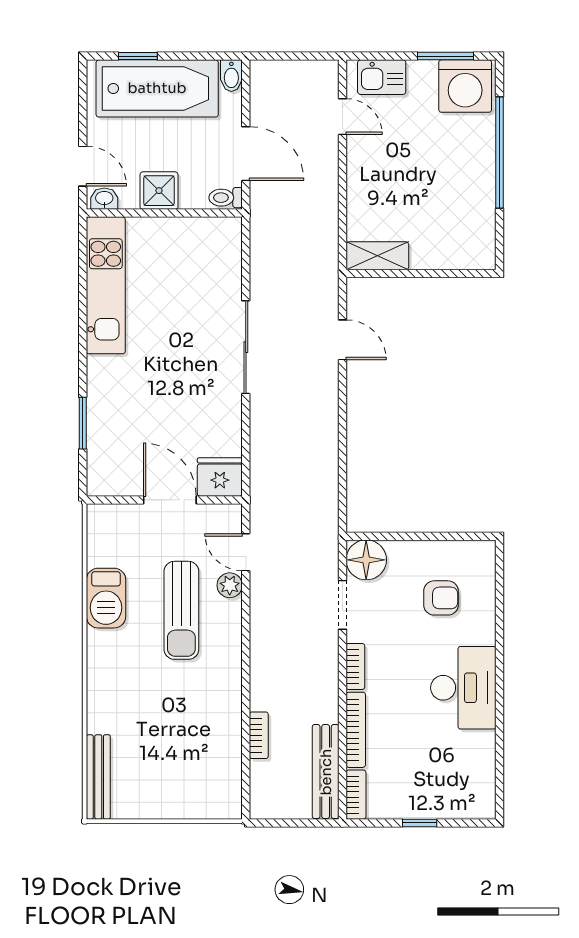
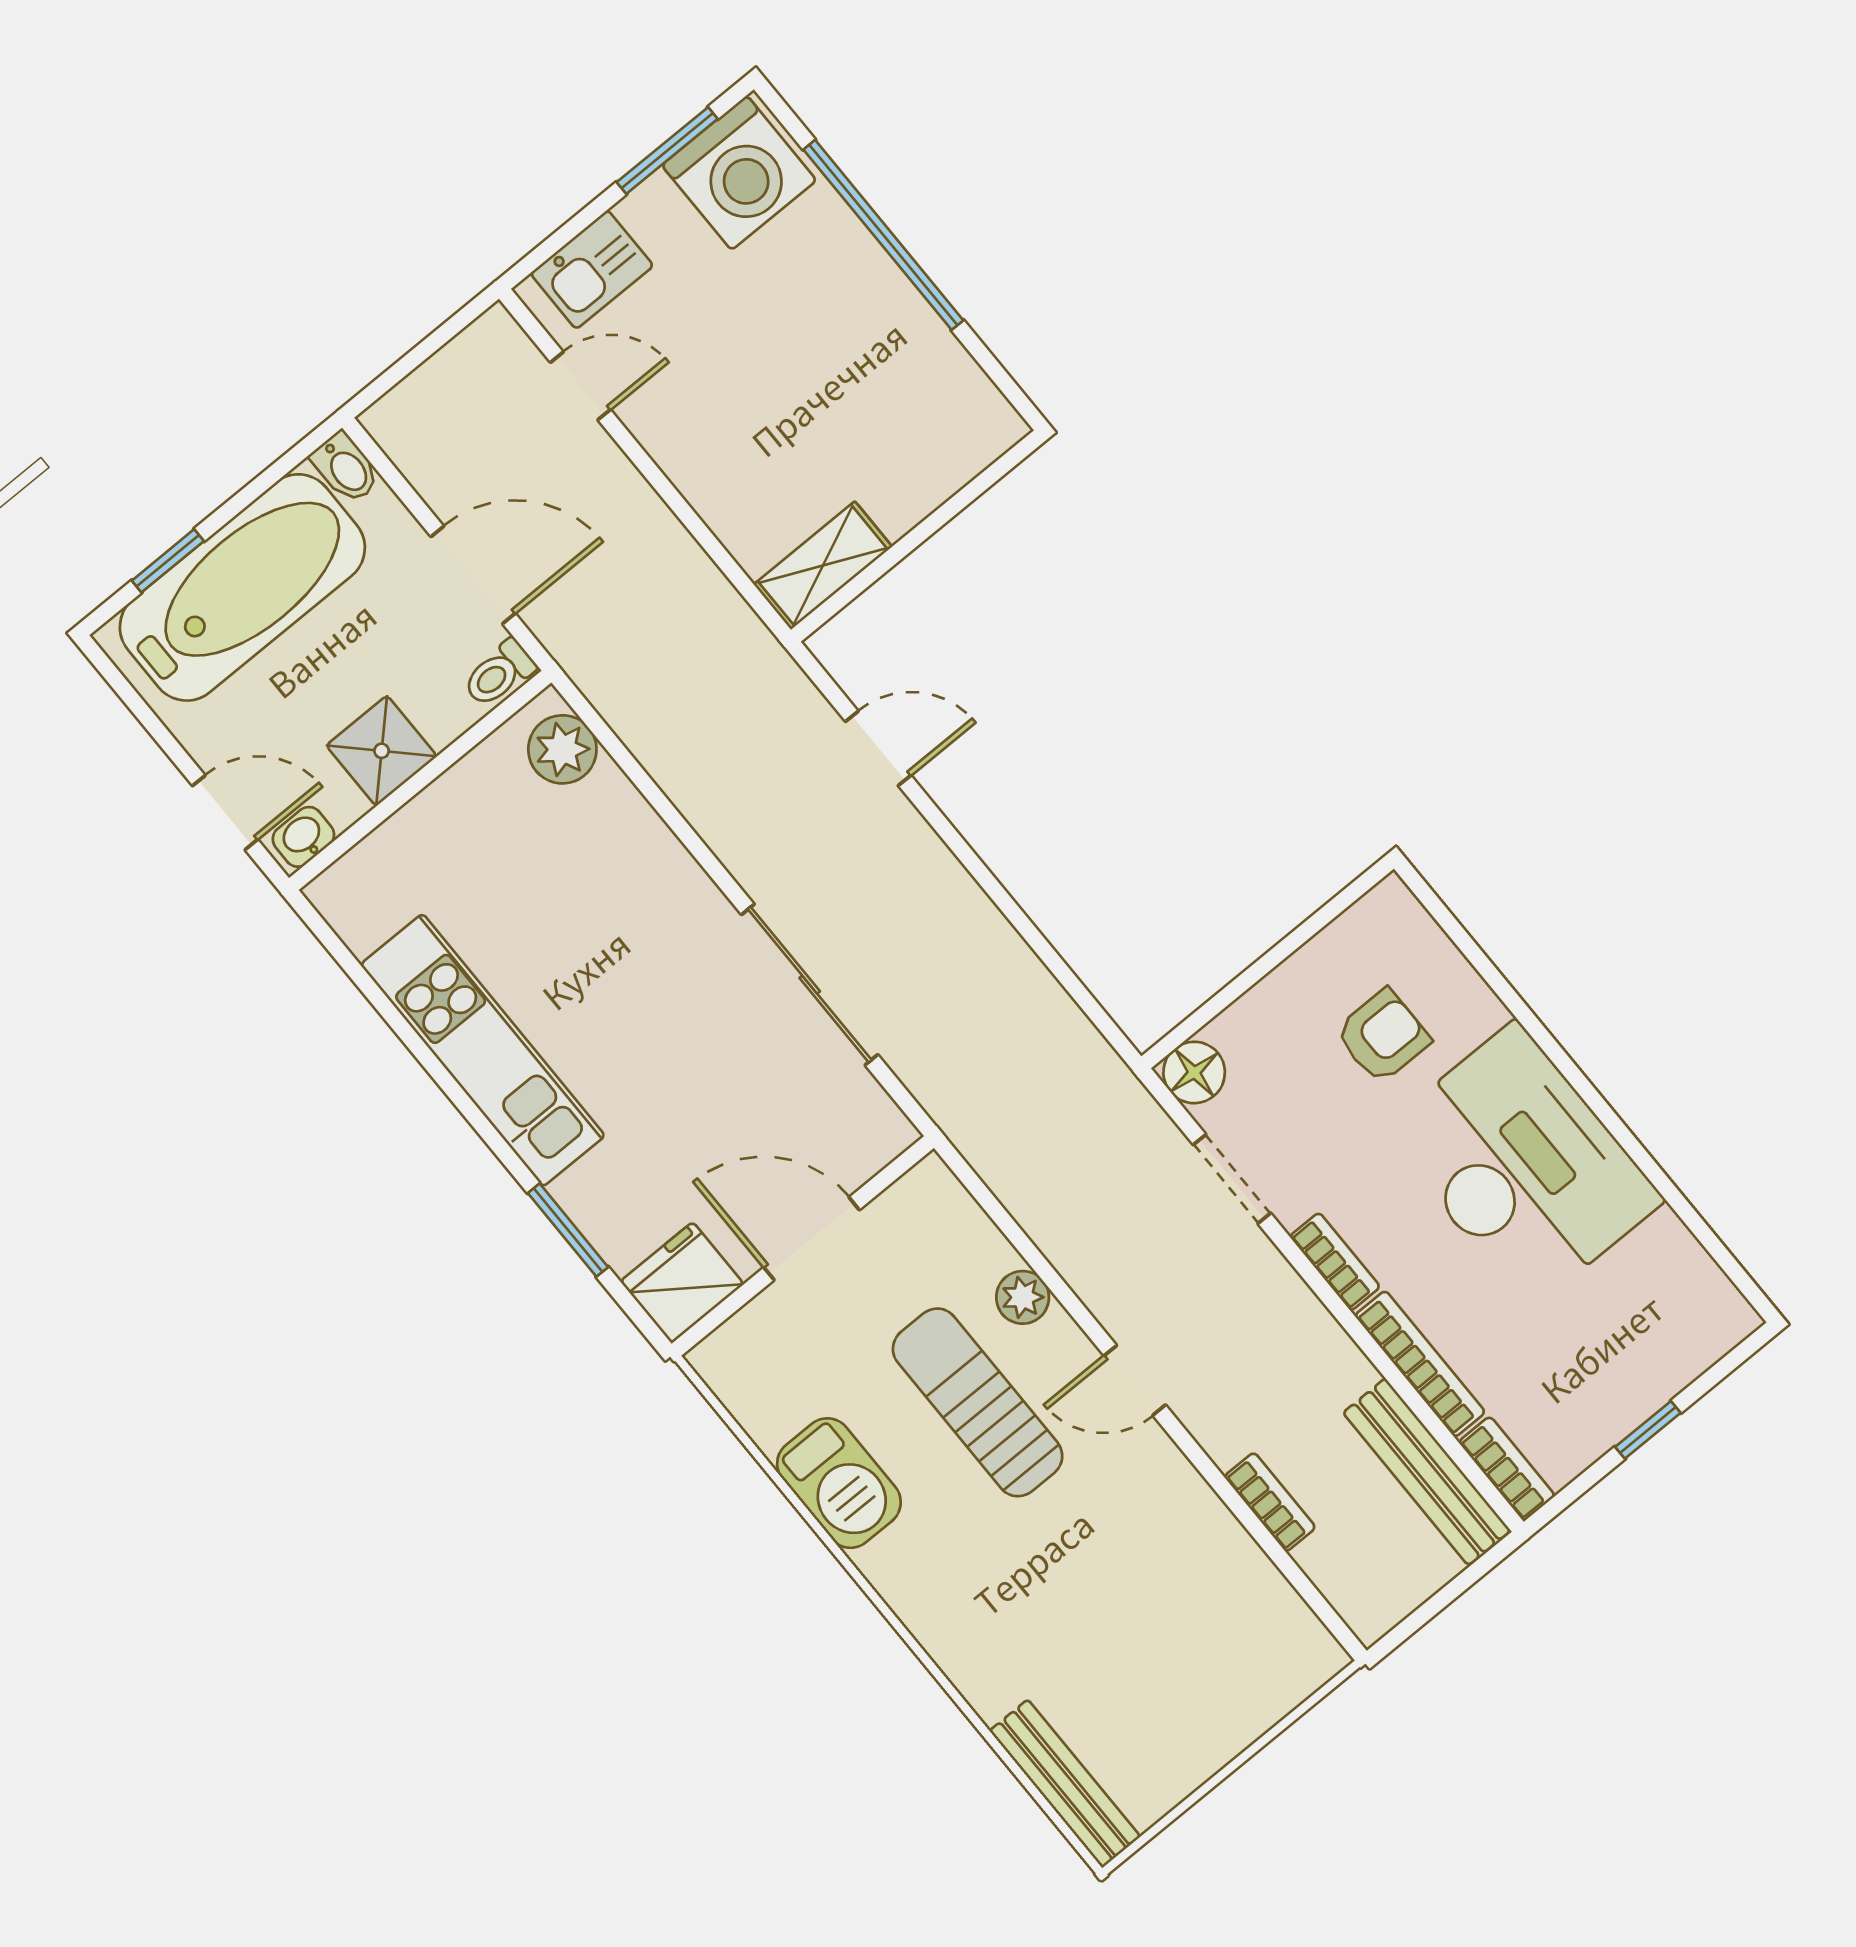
plant: (226, 245) -> (562, 749), added
kitchen unit: (106, 285) -> (483, 1050), moved
sliding door: (246, 347) -> (810, 985), moved
fridge: (220, 477) -> (682, 1283), moved
door: (246, 552) -> (1135, 1380), moved
floor lamp: (366, 560) -> (1194, 1072), width x0.73, depth x0.73
sun lounger: (181, 610) -> (978, 1402), turned 180
desk: (463, 688) -> (1523, 1165), width x1.36, depth x1.30

